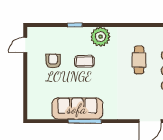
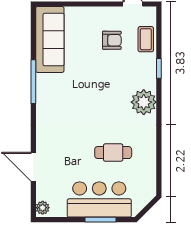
coffee table: (84, 61) -> (146, 39), moved
sofa: (77, 109) -> (50, 39), moved

